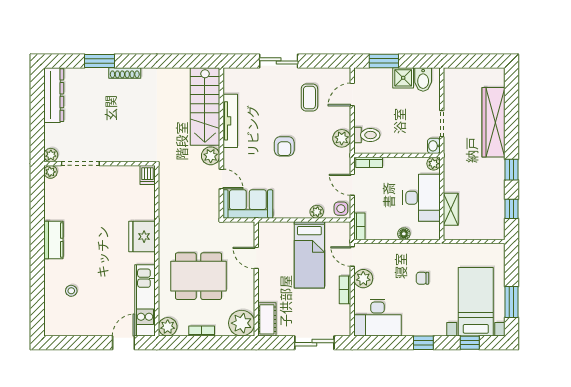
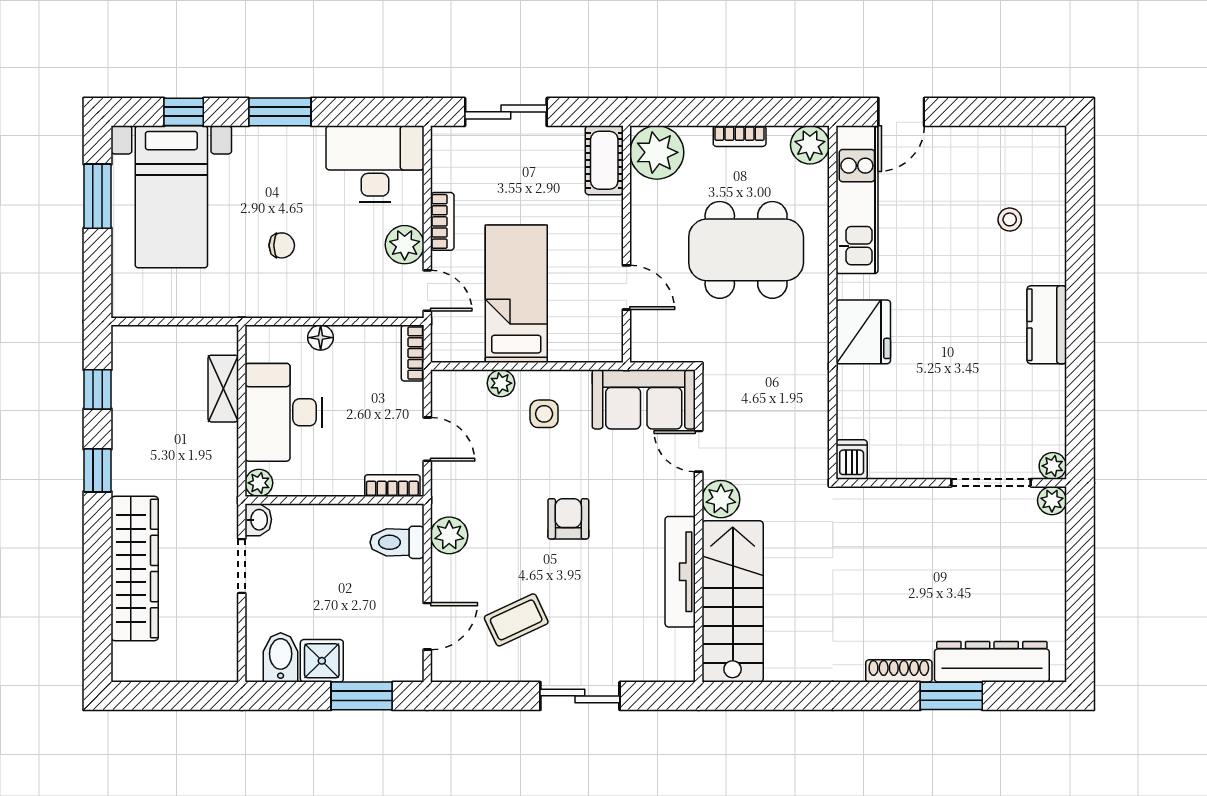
dresser: (54, 95) -> (992, 662), moved, turned 90
coffee table: (309, 98) -> (516, 620), turned 65
side table: (341, 209) -> (544, 414), moved
window: (423, 343) -> (280, 112), width x1.50

